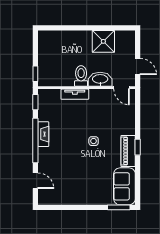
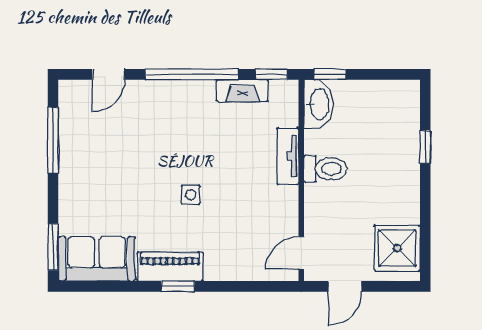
window: (70, 28) -> (425, 147), added
shower: (103, 41) -> (397, 248), moved
washbasin: (100, 79) -> (319, 104), moved
fireplace: (43, 134) -> (242, 91), moved
window: (67, 207) -> (53, 140), added

